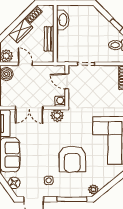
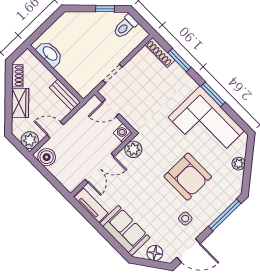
bench: (49, 39) -> (65, 95), moved
plant: (93, 190) -> (239, 164), moved

